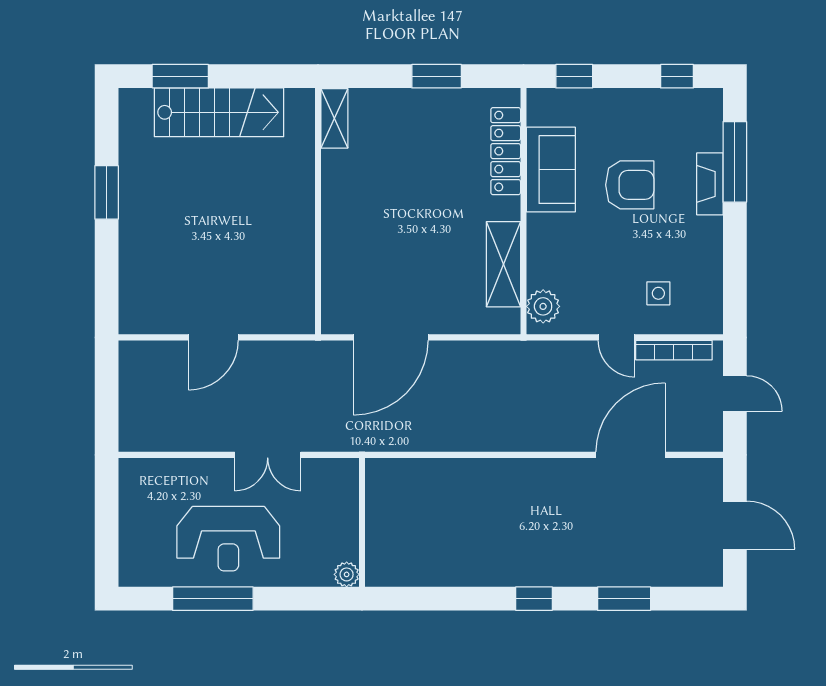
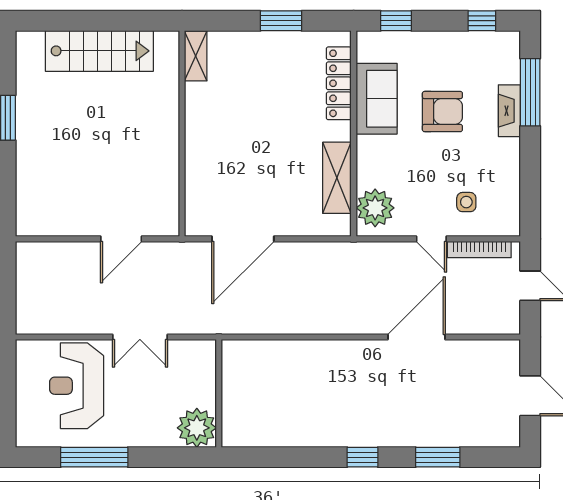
window: (180, 76) -> (67, 21), removed
plant: (543, 306) -> (375, 208), width x1.36, depth x1.36
door: (213, 337) -> (121, 239), moved
door: (630, 455) -> (416, 337), moved
reception desk: (228, 539) -> (77, 386), moved, turned 90
plant: (347, 574) -> (197, 428), width x1.88, depth x1.88

